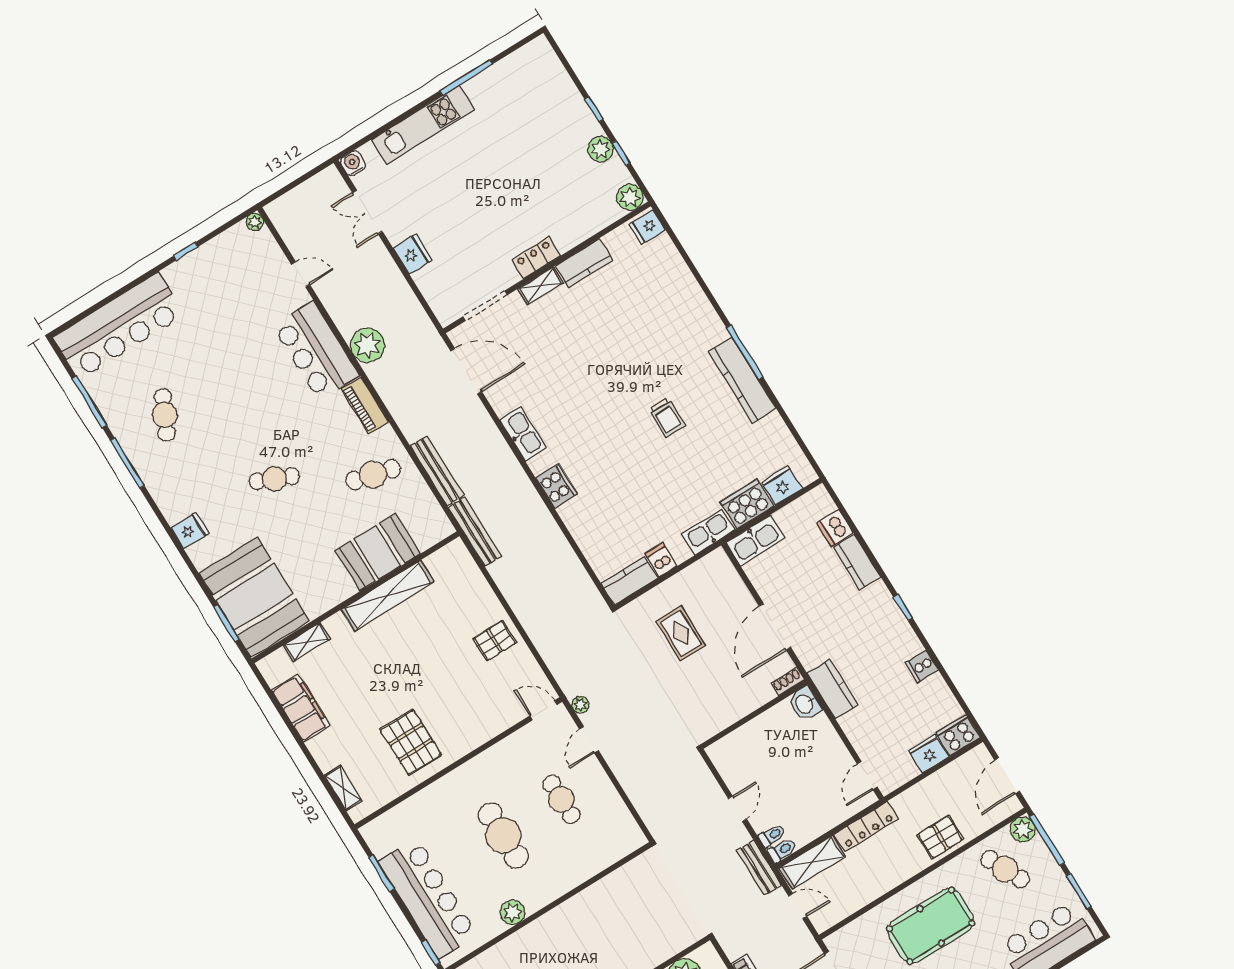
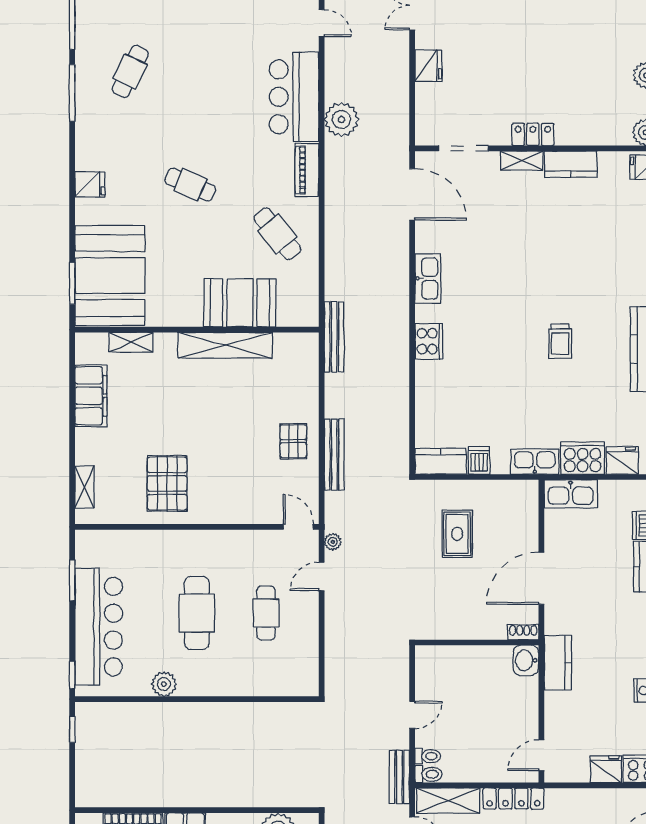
bench: (437, 471) -> (334, 455), moved
cafe table: (373, 475) -> (277, 234), turned 37
pallet: (495, 641) -> (293, 441), turned 90

